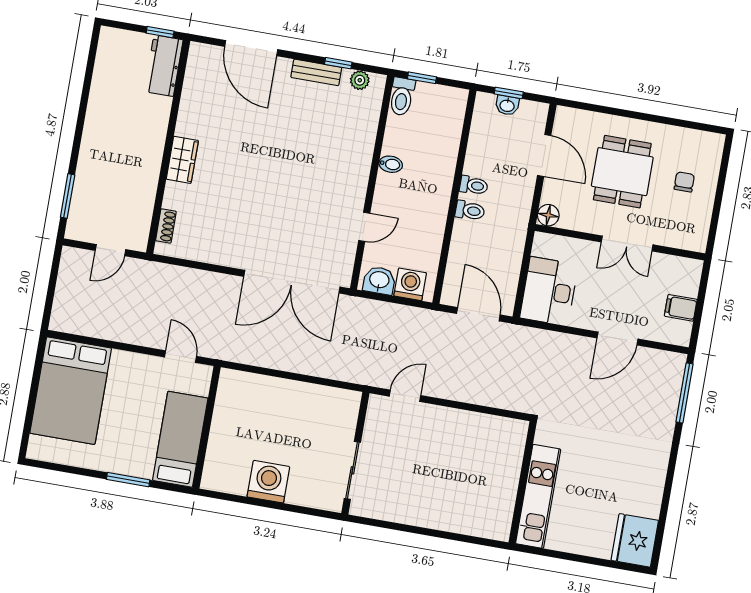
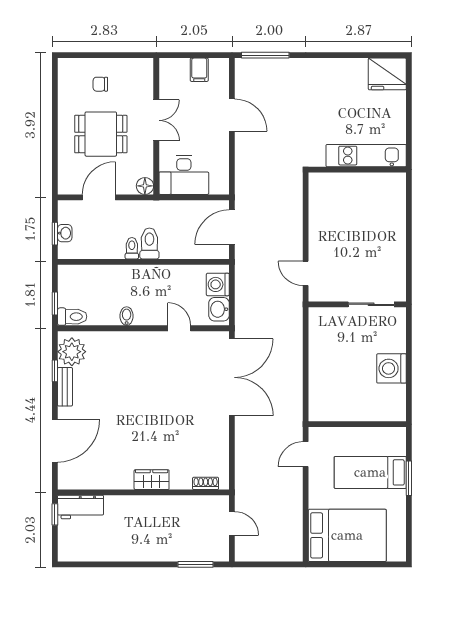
plant: (360, 80) -> (72, 352), width x1.88, depth x1.88
toilet: (470, 211) -> (149, 243), width x1.37, depth x1.39
desk: (549, 291) -> (184, 175), moved
bed: (180, 439) -> (370, 472), moved

